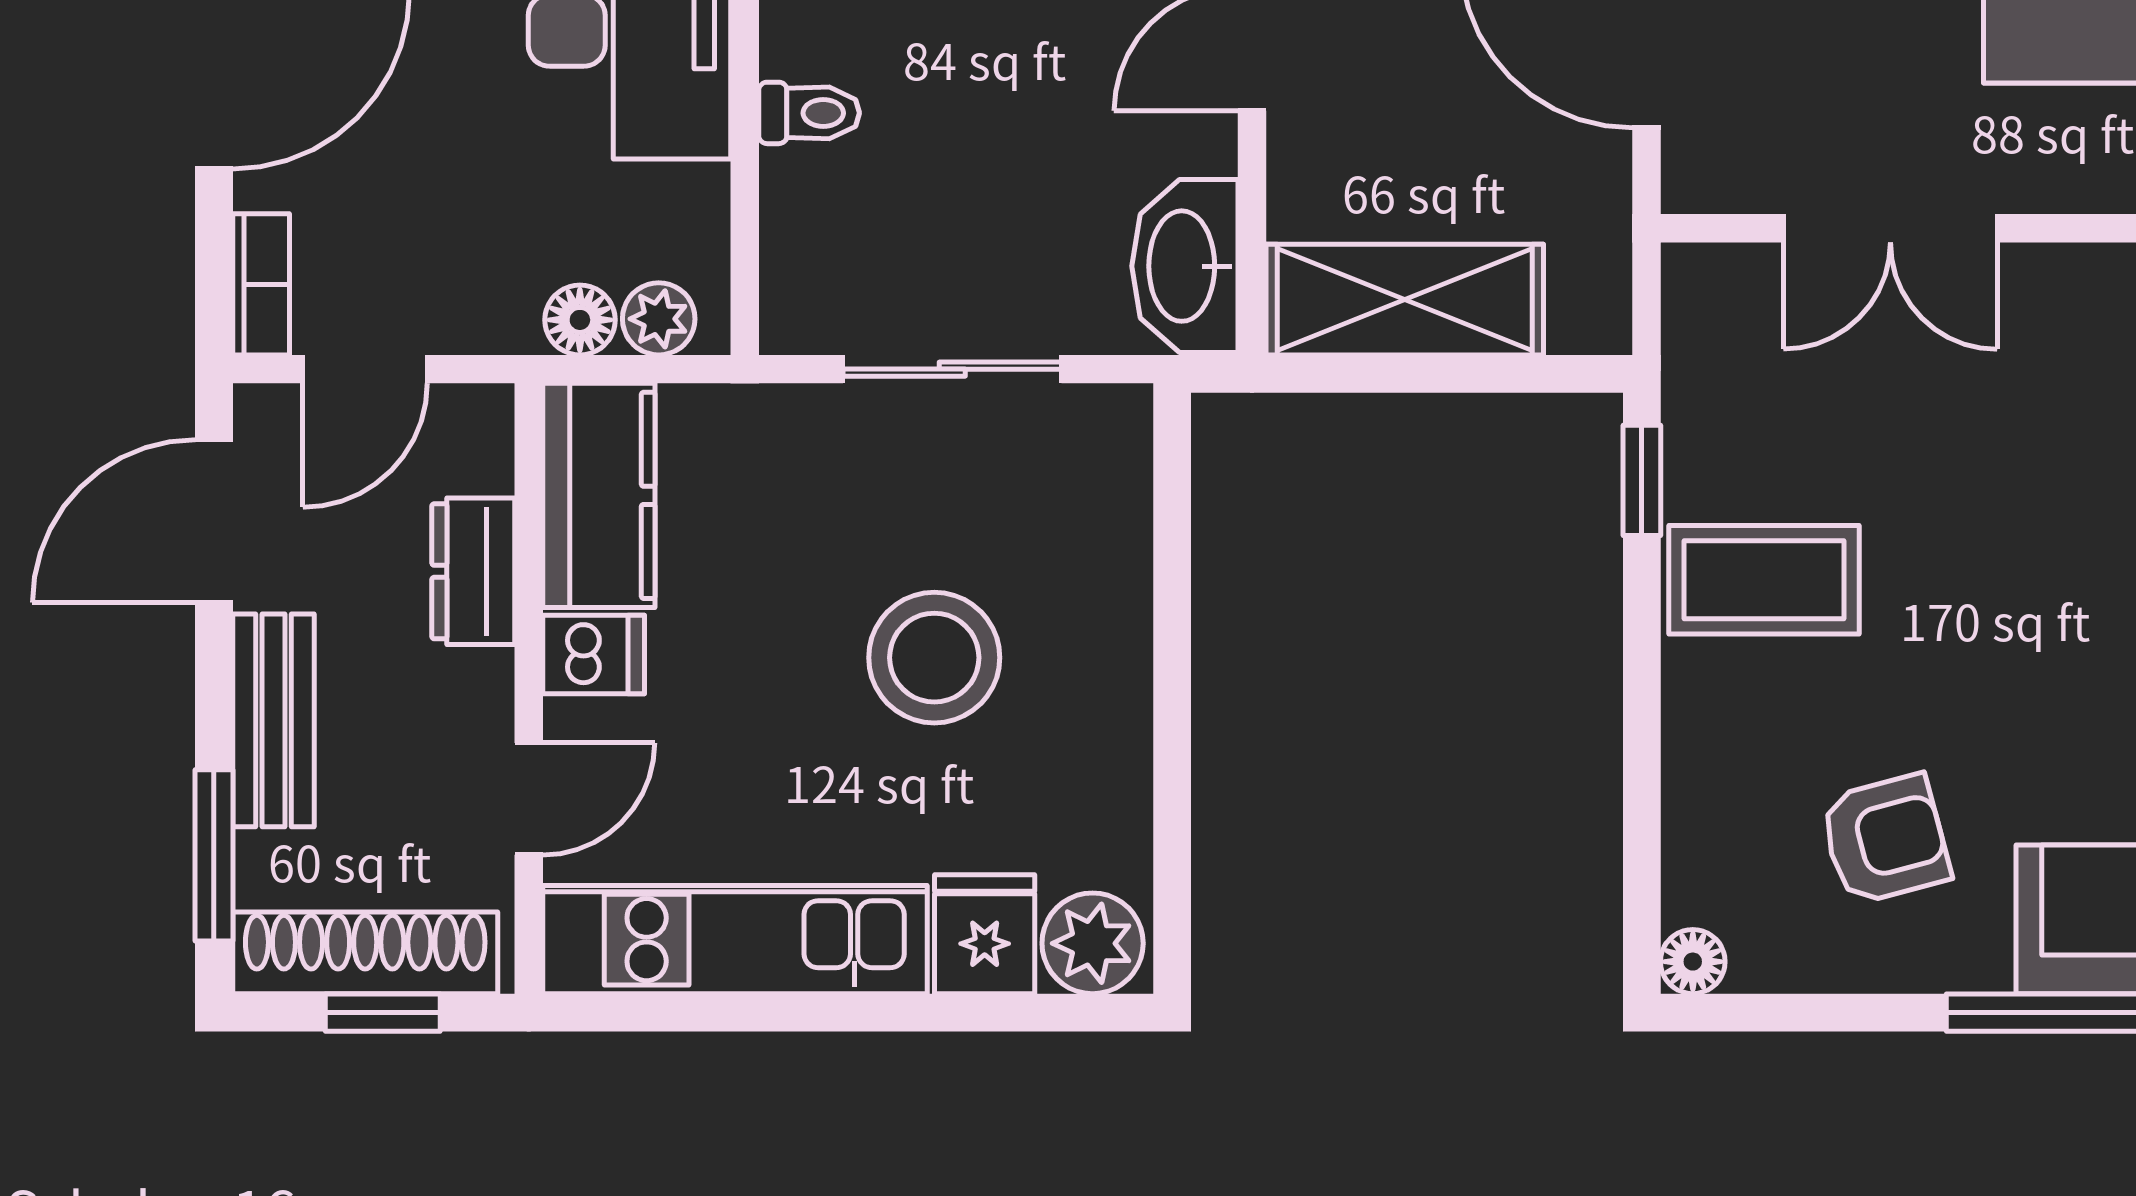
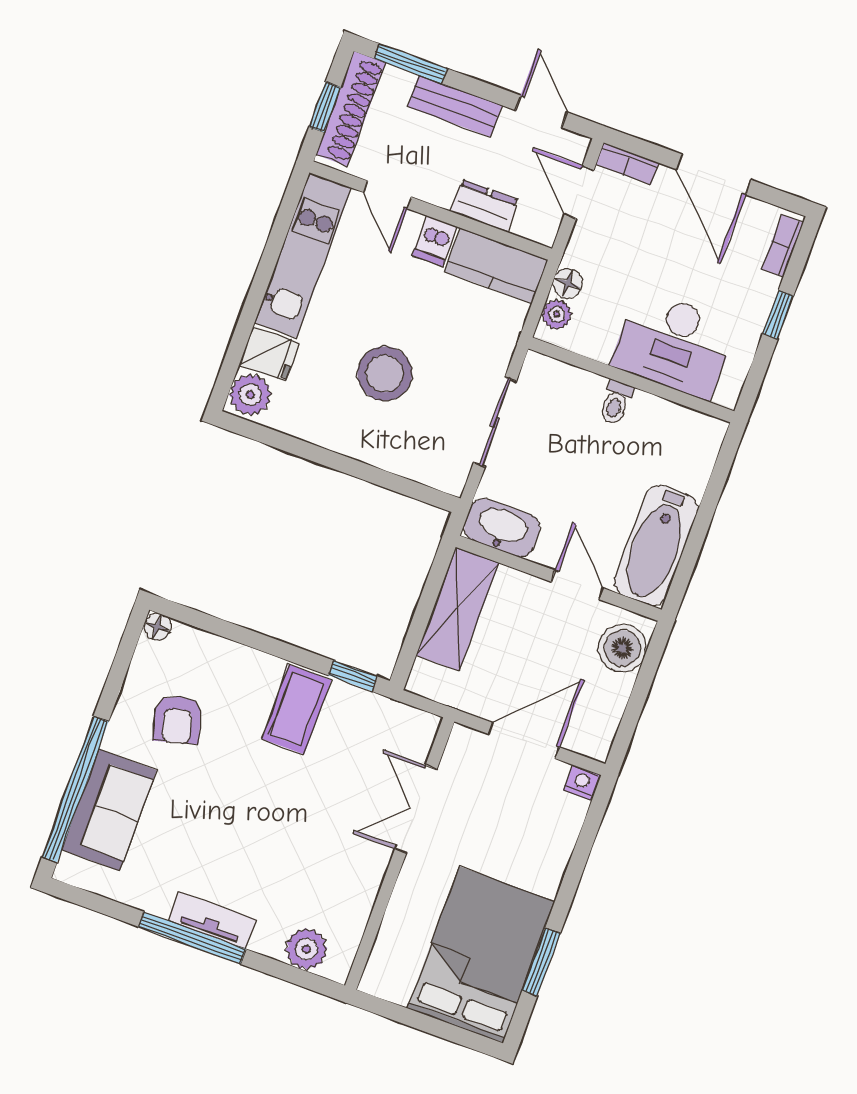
door: (214, 521) -> (541, 111), width x0.73

